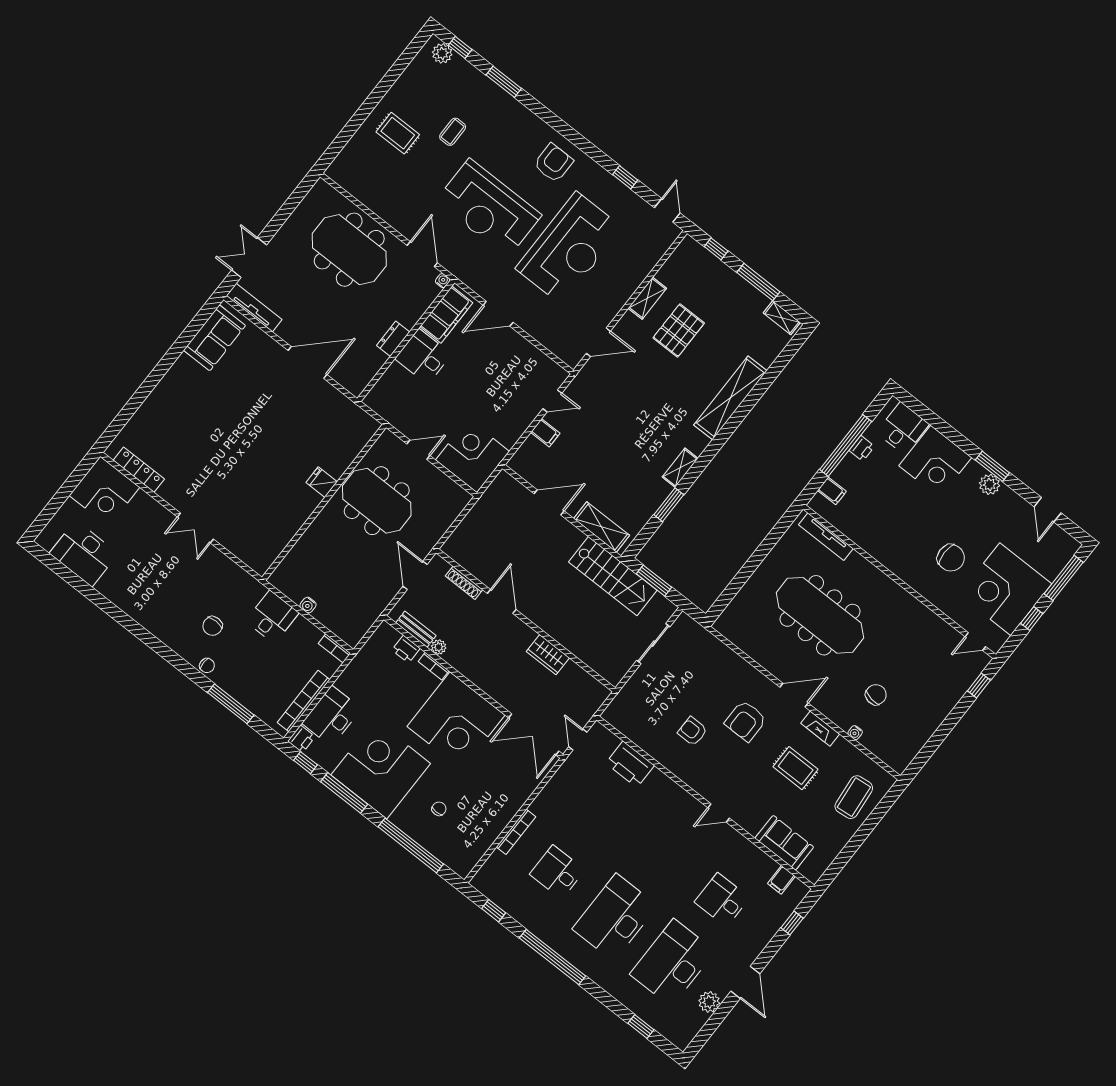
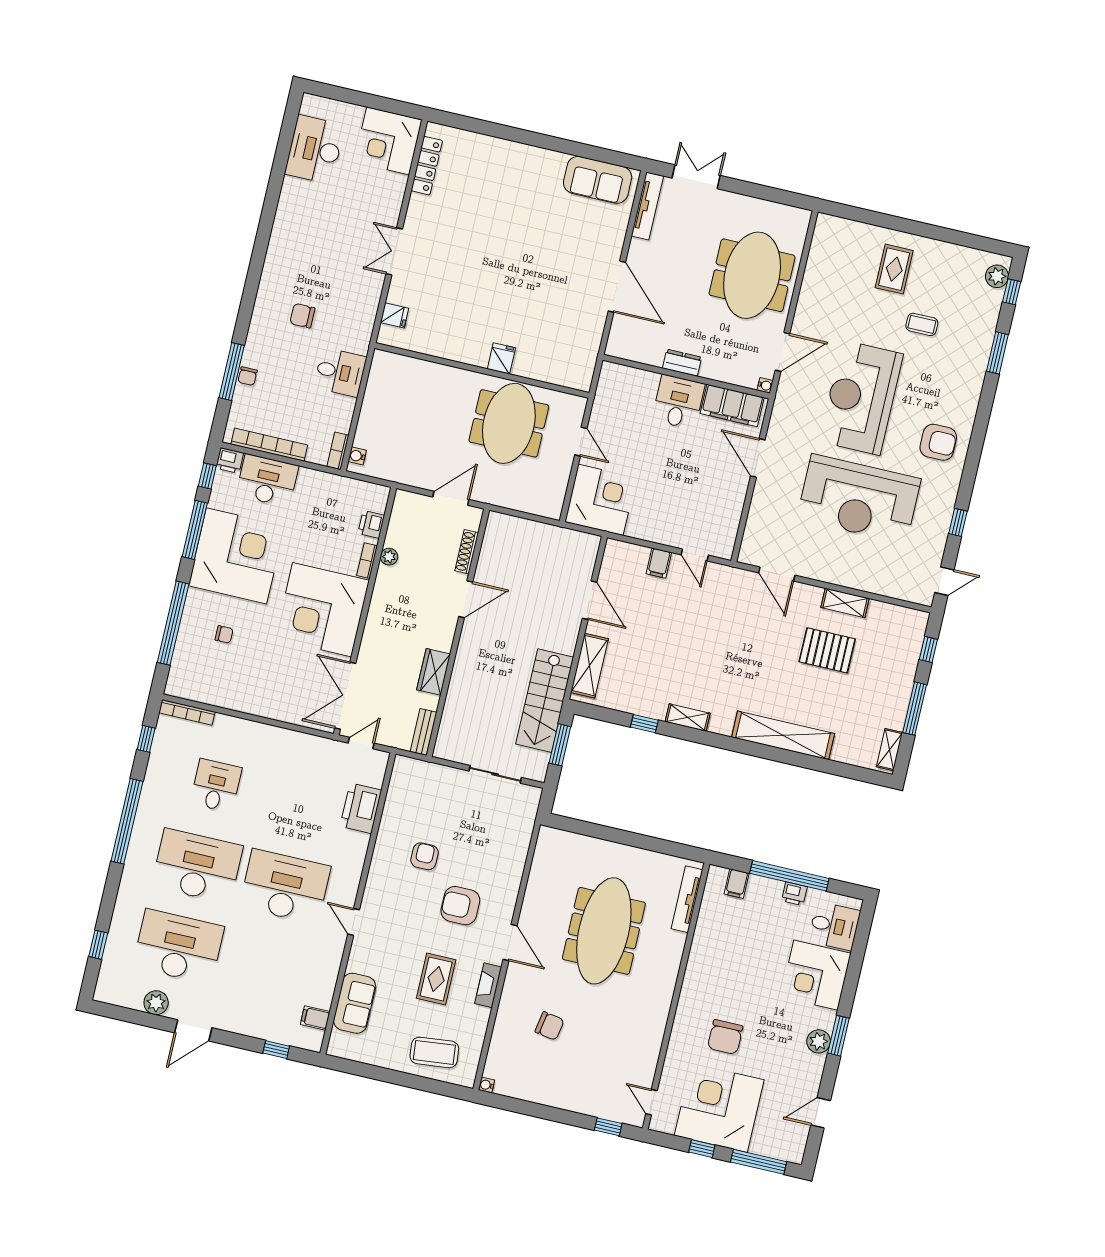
window: (669, 505) -> (644, 724), width x0.67
fridge: (247, 552) -> (394, 315), added
water cooler: (308, 605) -> (357, 456), moved
bench: (416, 629) -> (423, 732), moved
chair: (207, 665) -> (248, 376), moved
water cooler: (855, 733) -> (486, 1085), moved
bookcase: (516, 832) -> (187, 712), moved
desk: (722, 900) -> (285, 887), moved, width x1.87, depth x1.30

